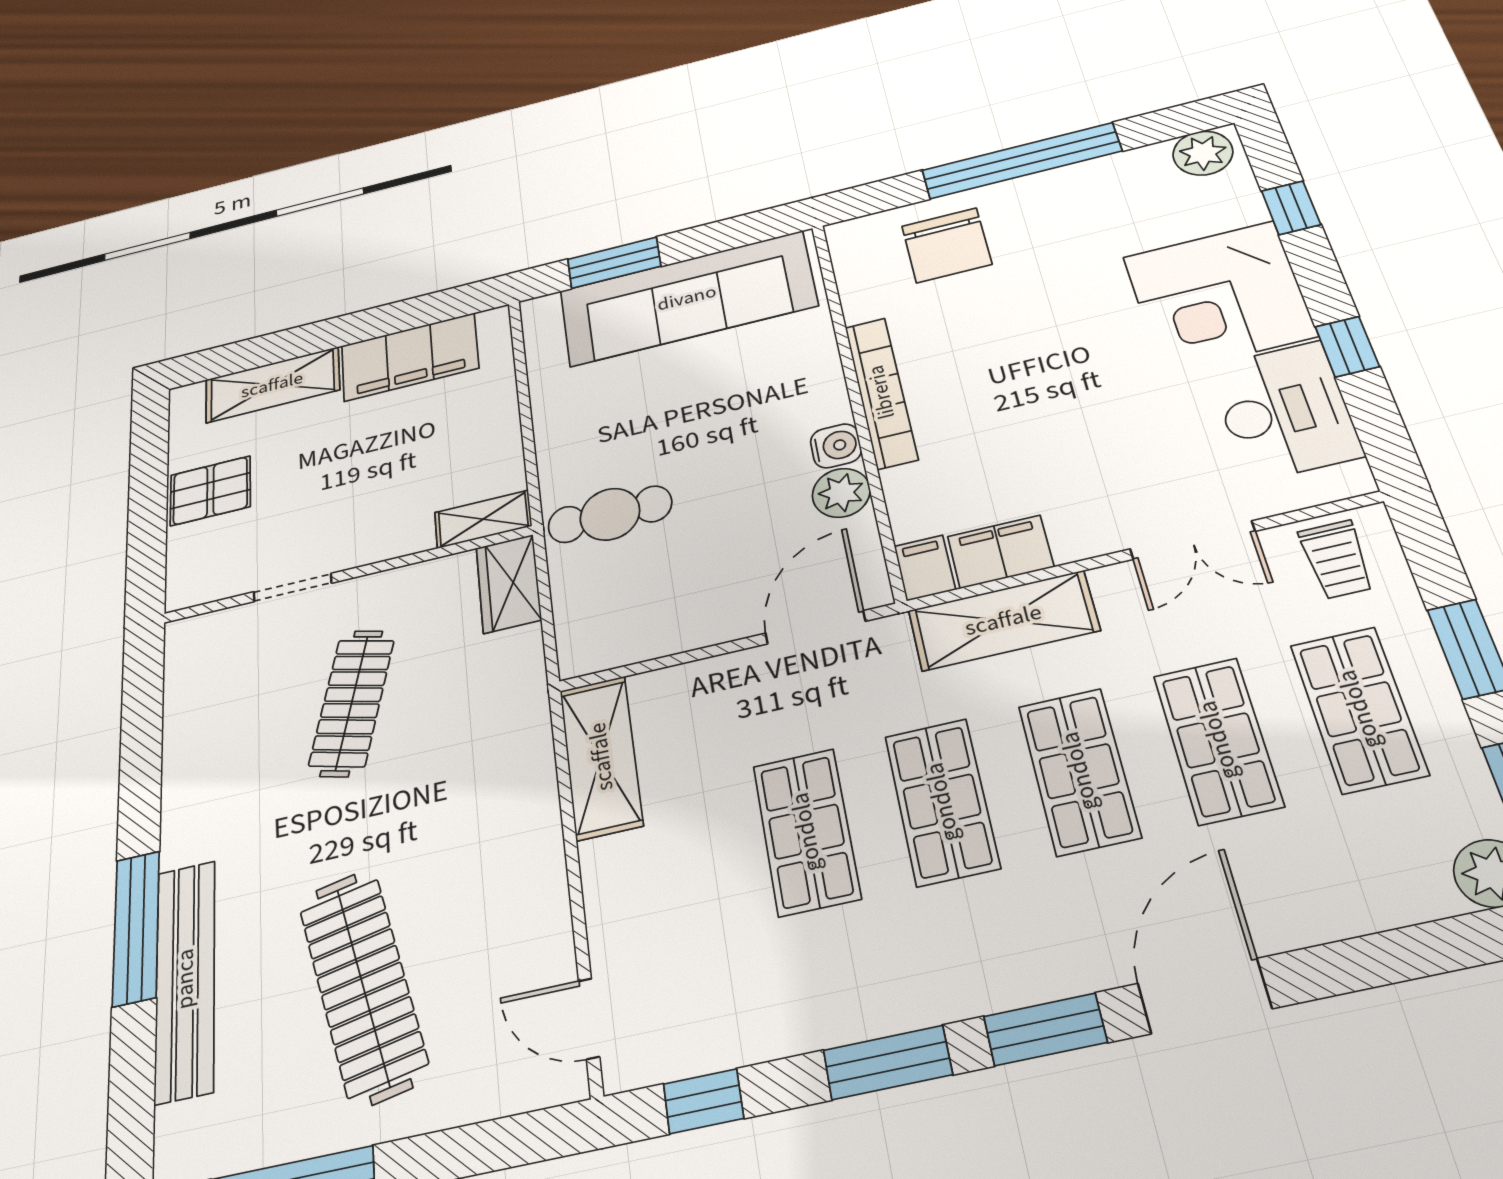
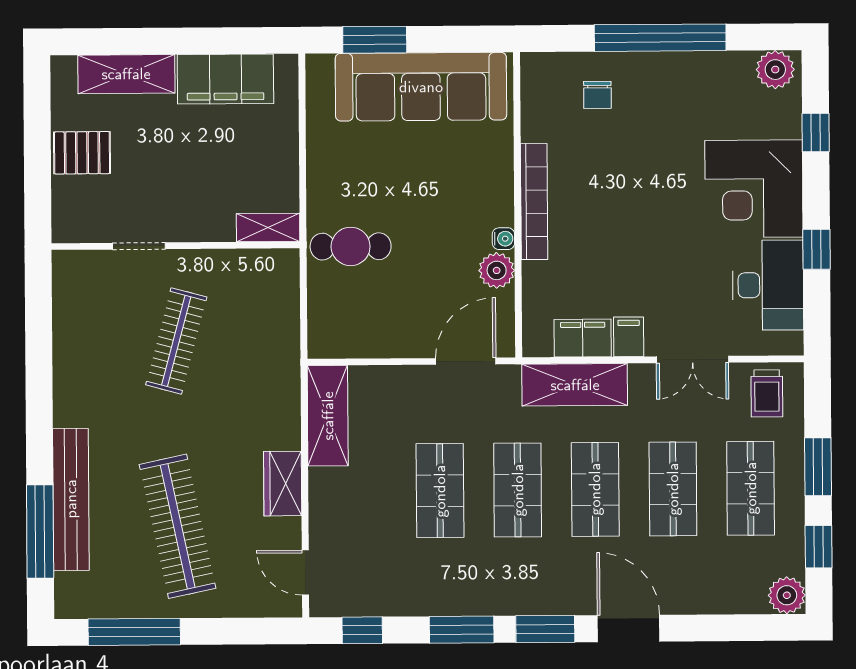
chair: (947, 245) -> (597, 95), width x0.54, depth x0.54
water cooler: (836, 446) -> (503, 239), width x0.72, depth x0.72
filing cabinet: (925, 568) -> (629, 337), moved
wardrobe: (509, 584) -> (283, 484), moved
window: (136, 928) -> (40, 531), moved
door: (1204, 996) -> (629, 628), hinge flipped

